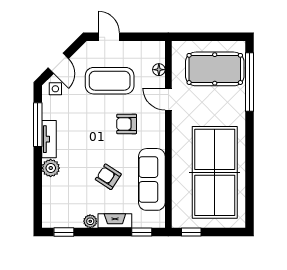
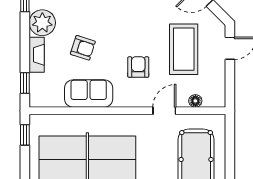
armchair: (108, 177) -> (83, 48), turned 75
sofa: (152, 179) -> (89, 93), width x0.73
plant: (90, 221) -> (42, 23), width x1.88, depth x1.88

